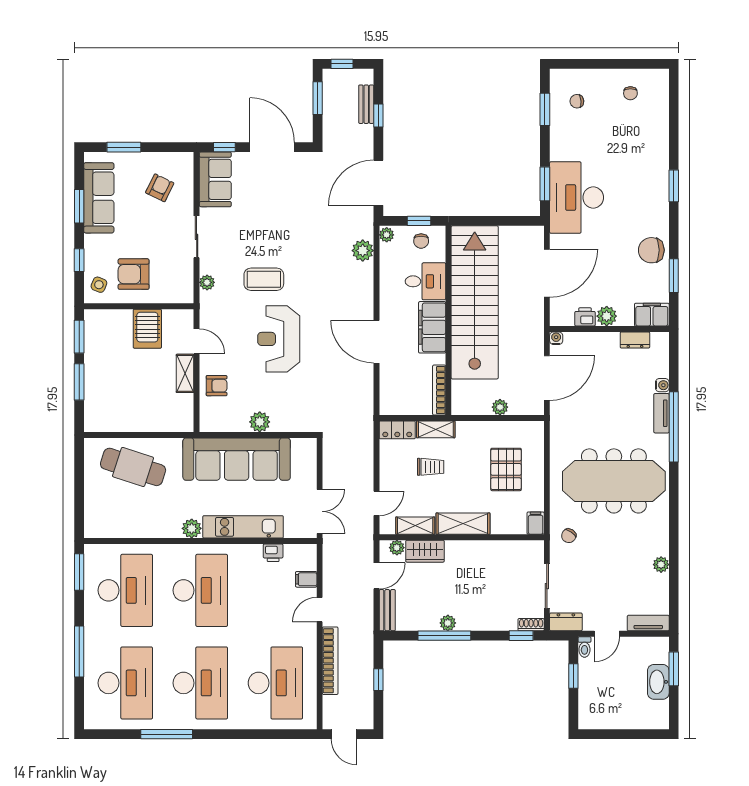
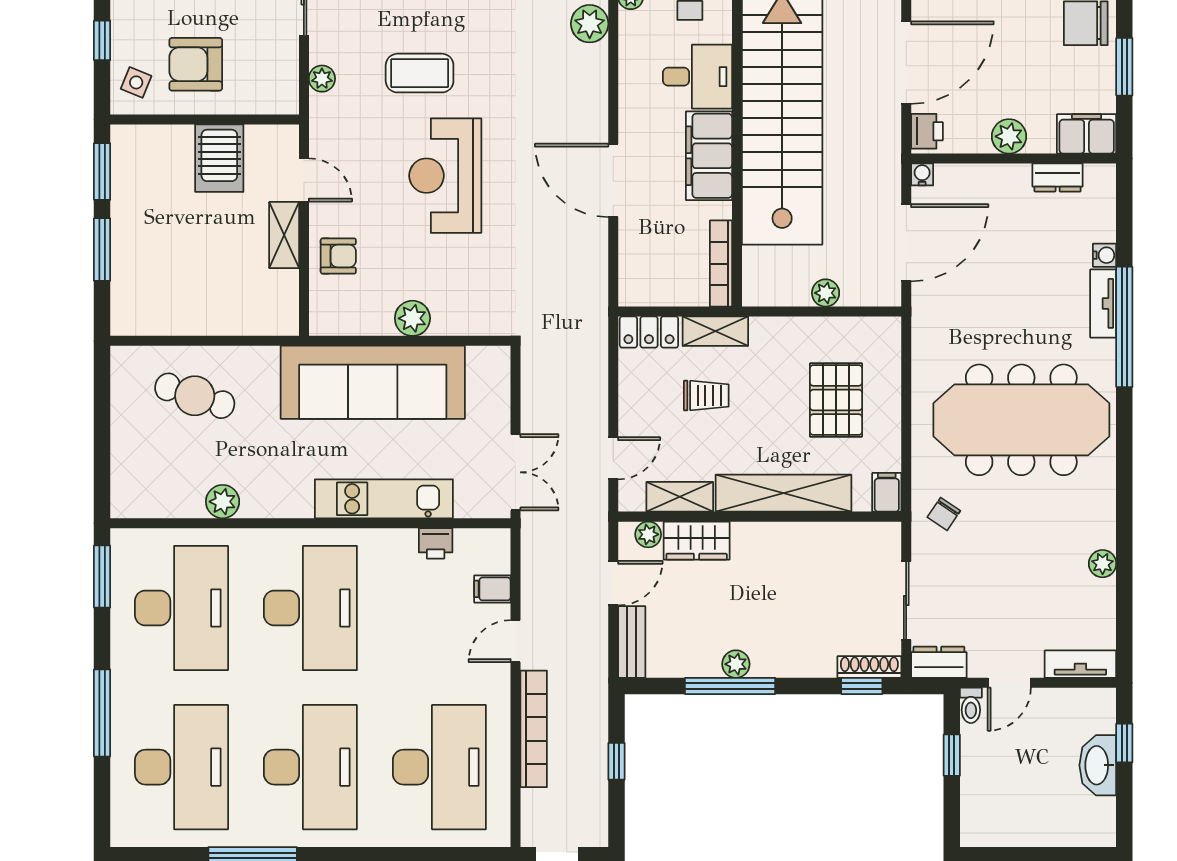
printer: (585, 317) -> (927, 131), moved, turned 90
cafe table: (133, 467) -> (195, 396), width x0.73, depth x0.74
shelving: (463, 524) -> (784, 493), width x1.47
plant: (192, 528) -> (223, 502), moved
shoe rack: (531, 625) -> (869, 667), width x1.43
window: (674, 669) -> (1124, 743), width x0.67

